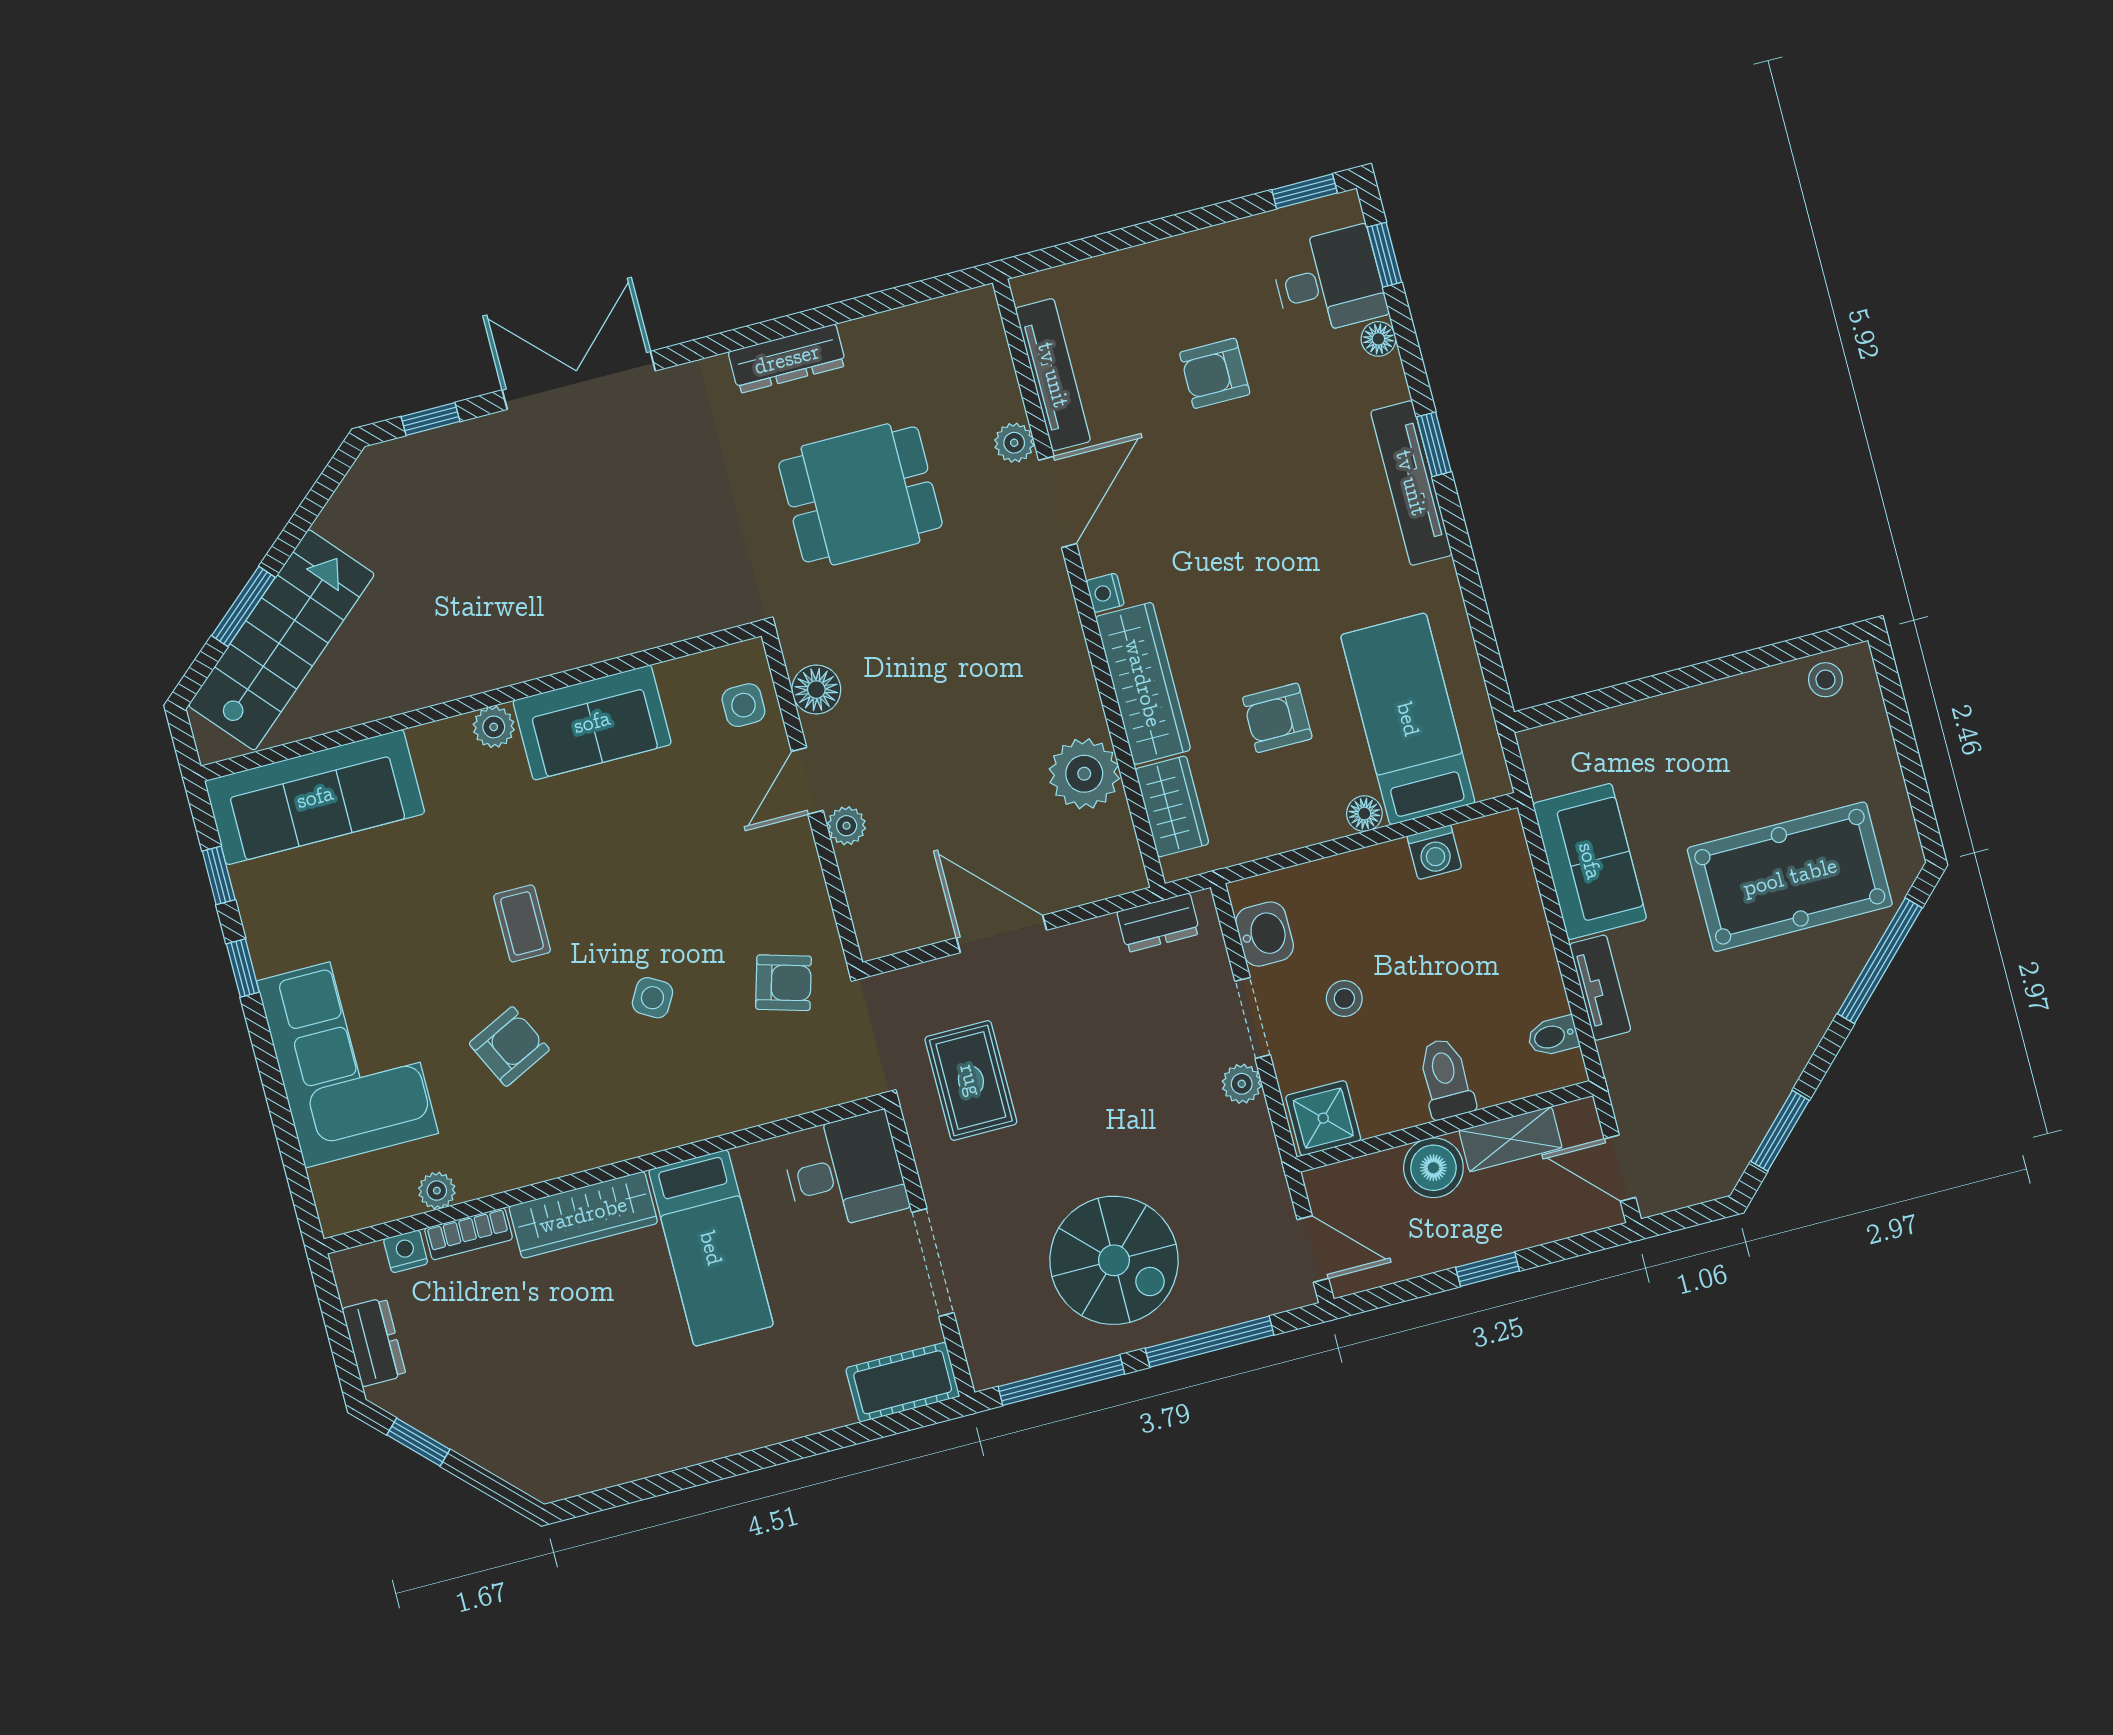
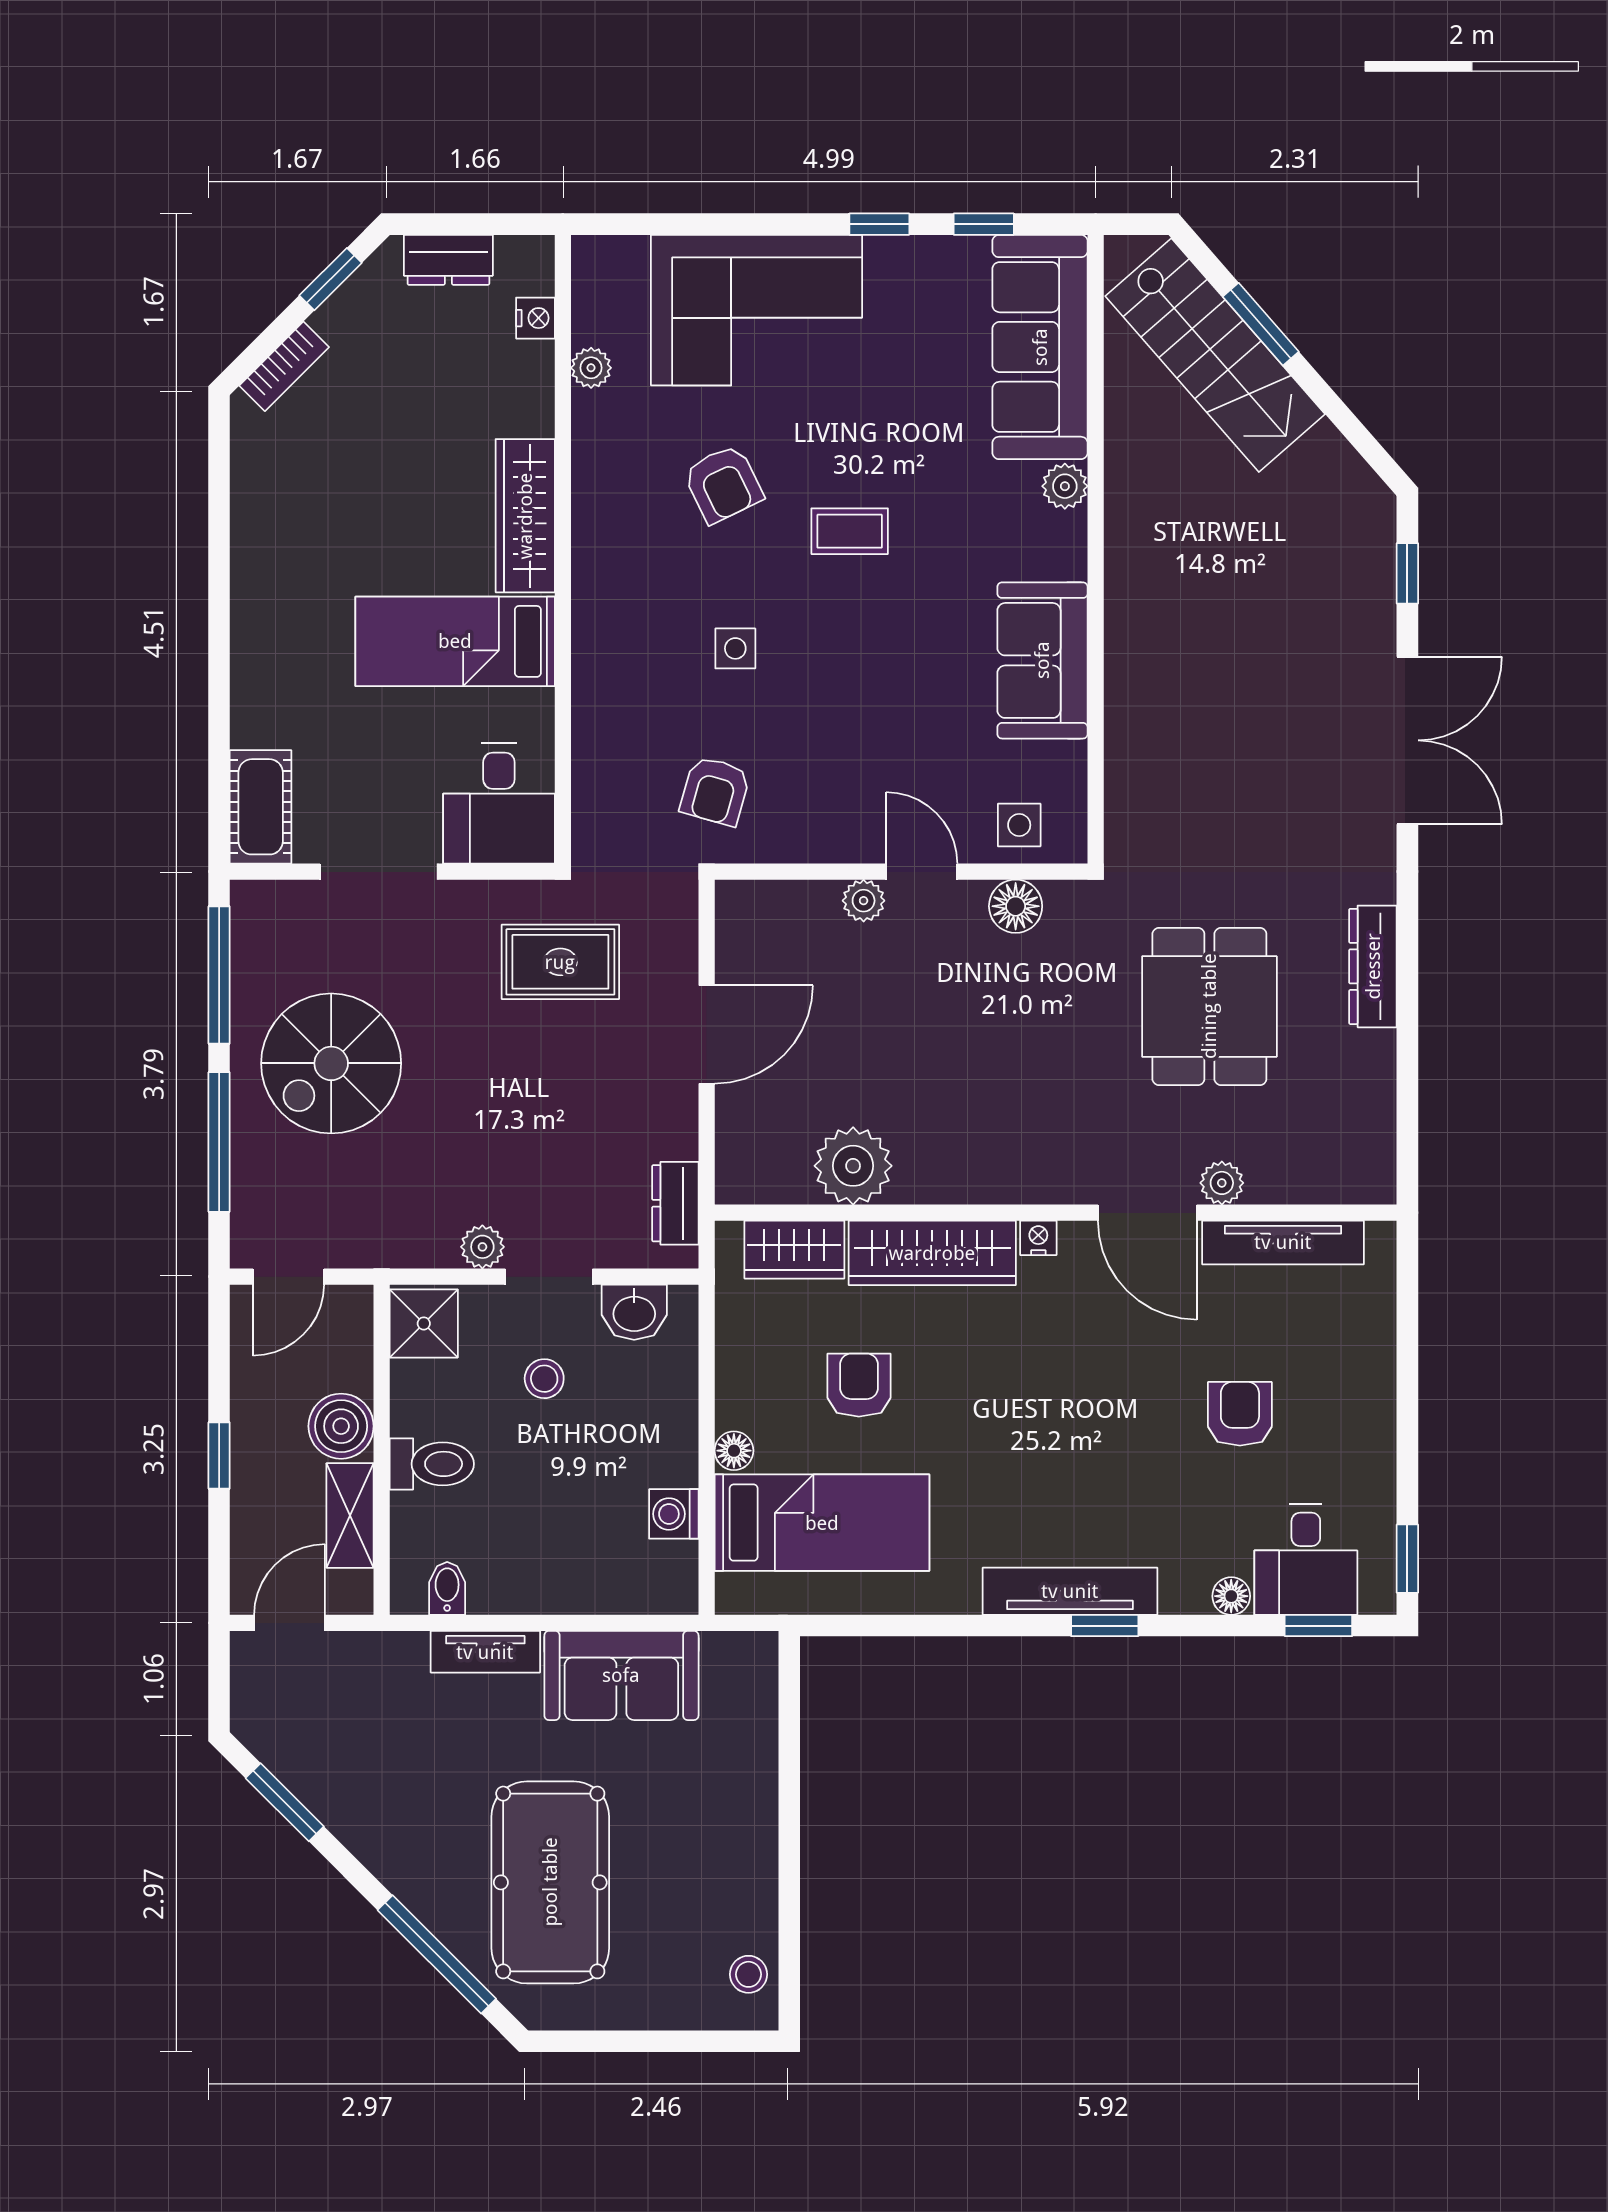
plant: (494, 727) -> (1065, 486), moved
side table: (652, 998) -> (735, 648), turned -30
bookcase: (469, 1234) -> (284, 366), moved, turned -135

